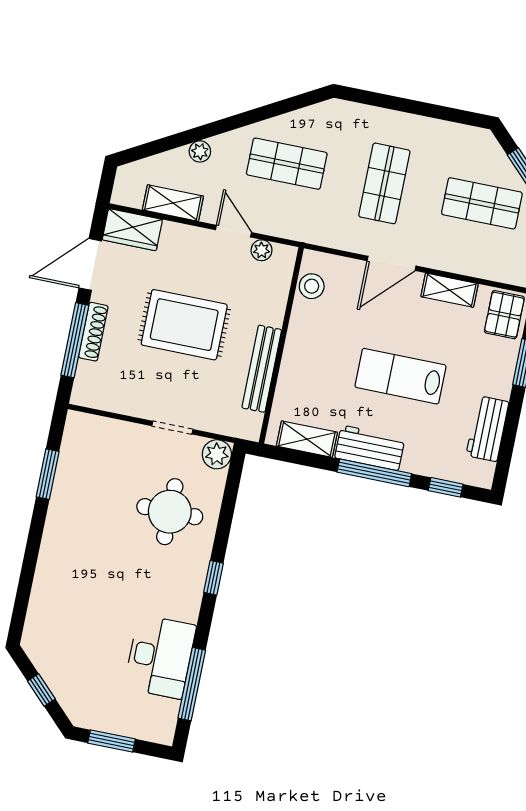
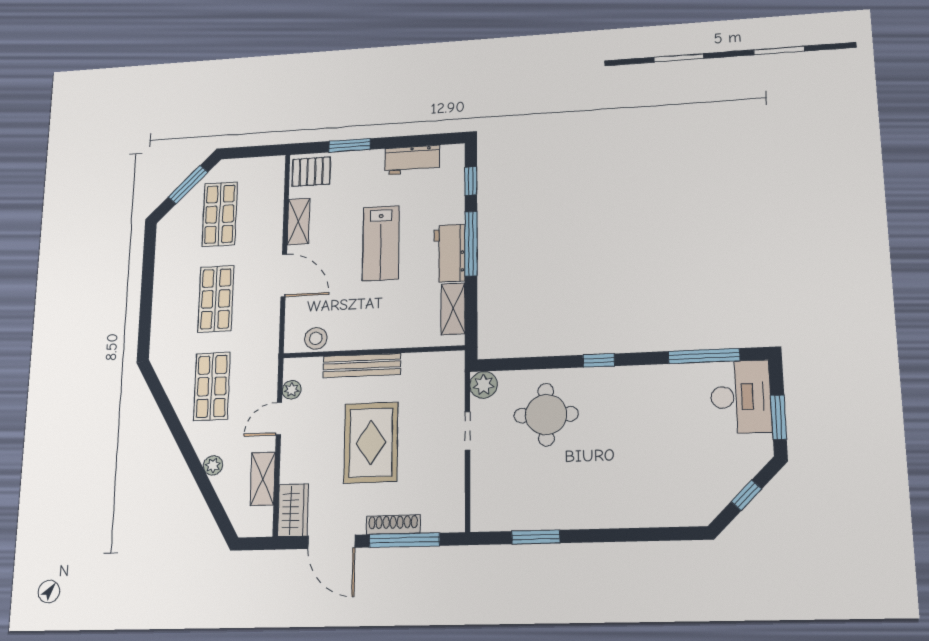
shop shelf: (384, 183) -> (216, 299), turned 90
bench: (262, 369) -> (362, 365), moved
desk: (160, 657) -> (741, 397), moved, turned 90

